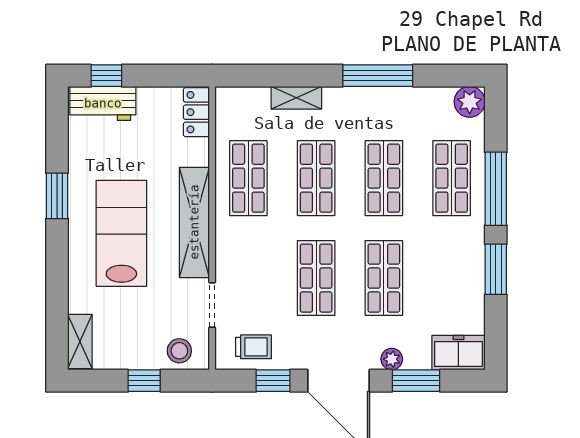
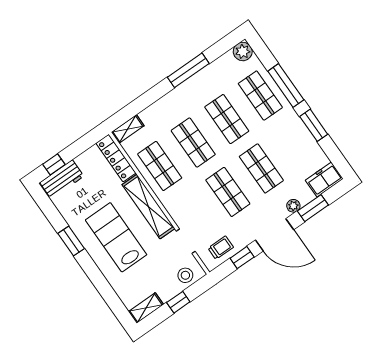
shelving: (296, 98) -> (128, 129), moved
locker: (196, 112) -> (116, 158), width x1.53
shelving: (80, 341) -> (146, 308), moved, turned 90

